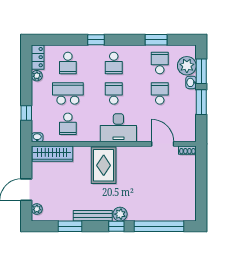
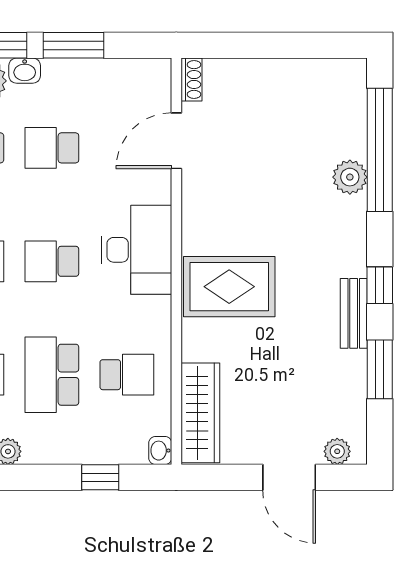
plant: (120, 214) -> (350, 177), moved
bench: (93, 216) -> (354, 313), width x0.73
window: (116, 226) -> (380, 285), moved

